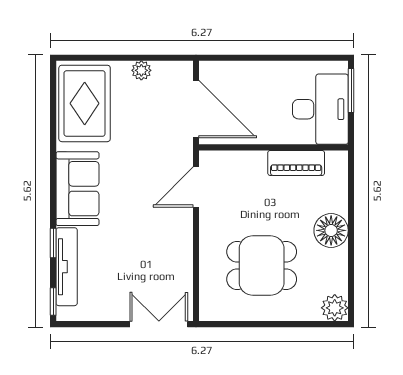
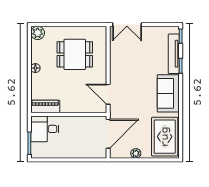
door: (196, 109) -> (108, 134), swing flipped
desk: (320, 109) -> (45, 129), width x0.73
piano: (296, 163) -> (45, 106), moved
door: (196, 187) -> (108, 94), swing flipped
floor lamp: (331, 230) -> (35, 68), width x0.53, depth x0.53

